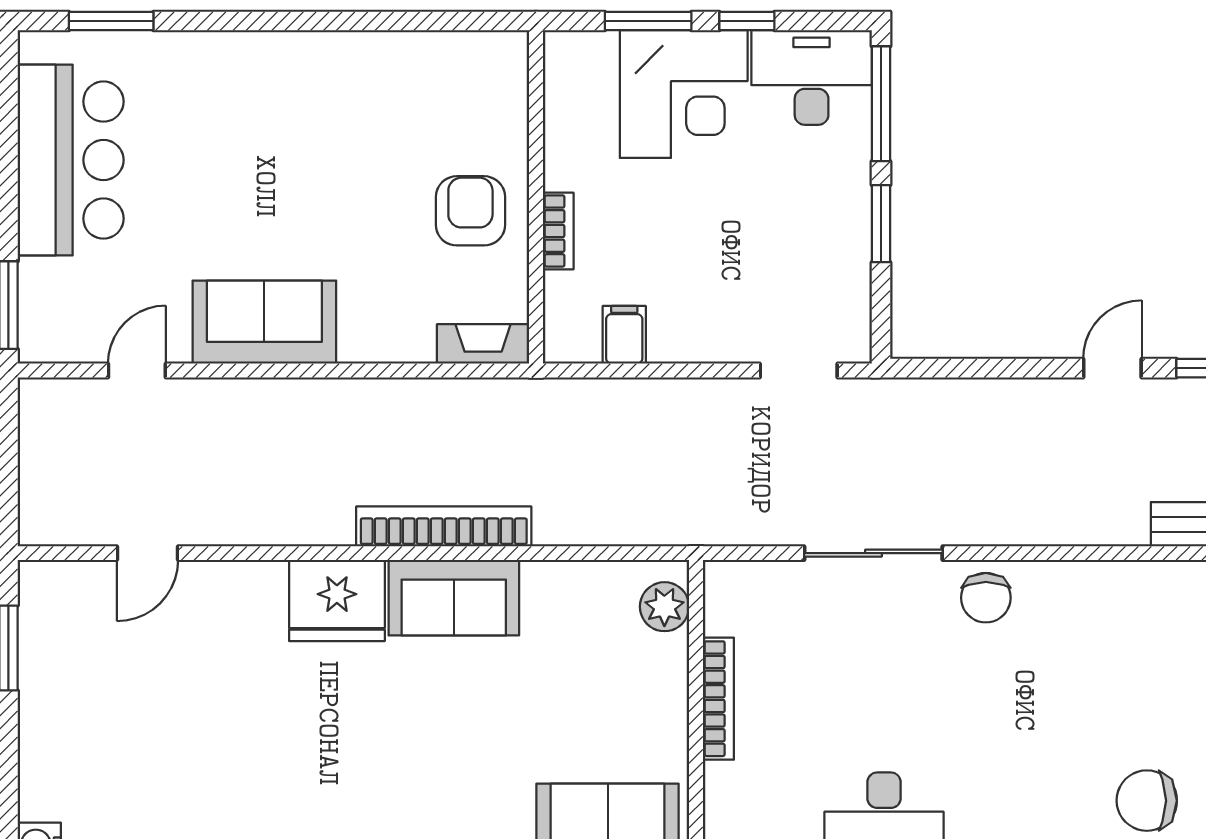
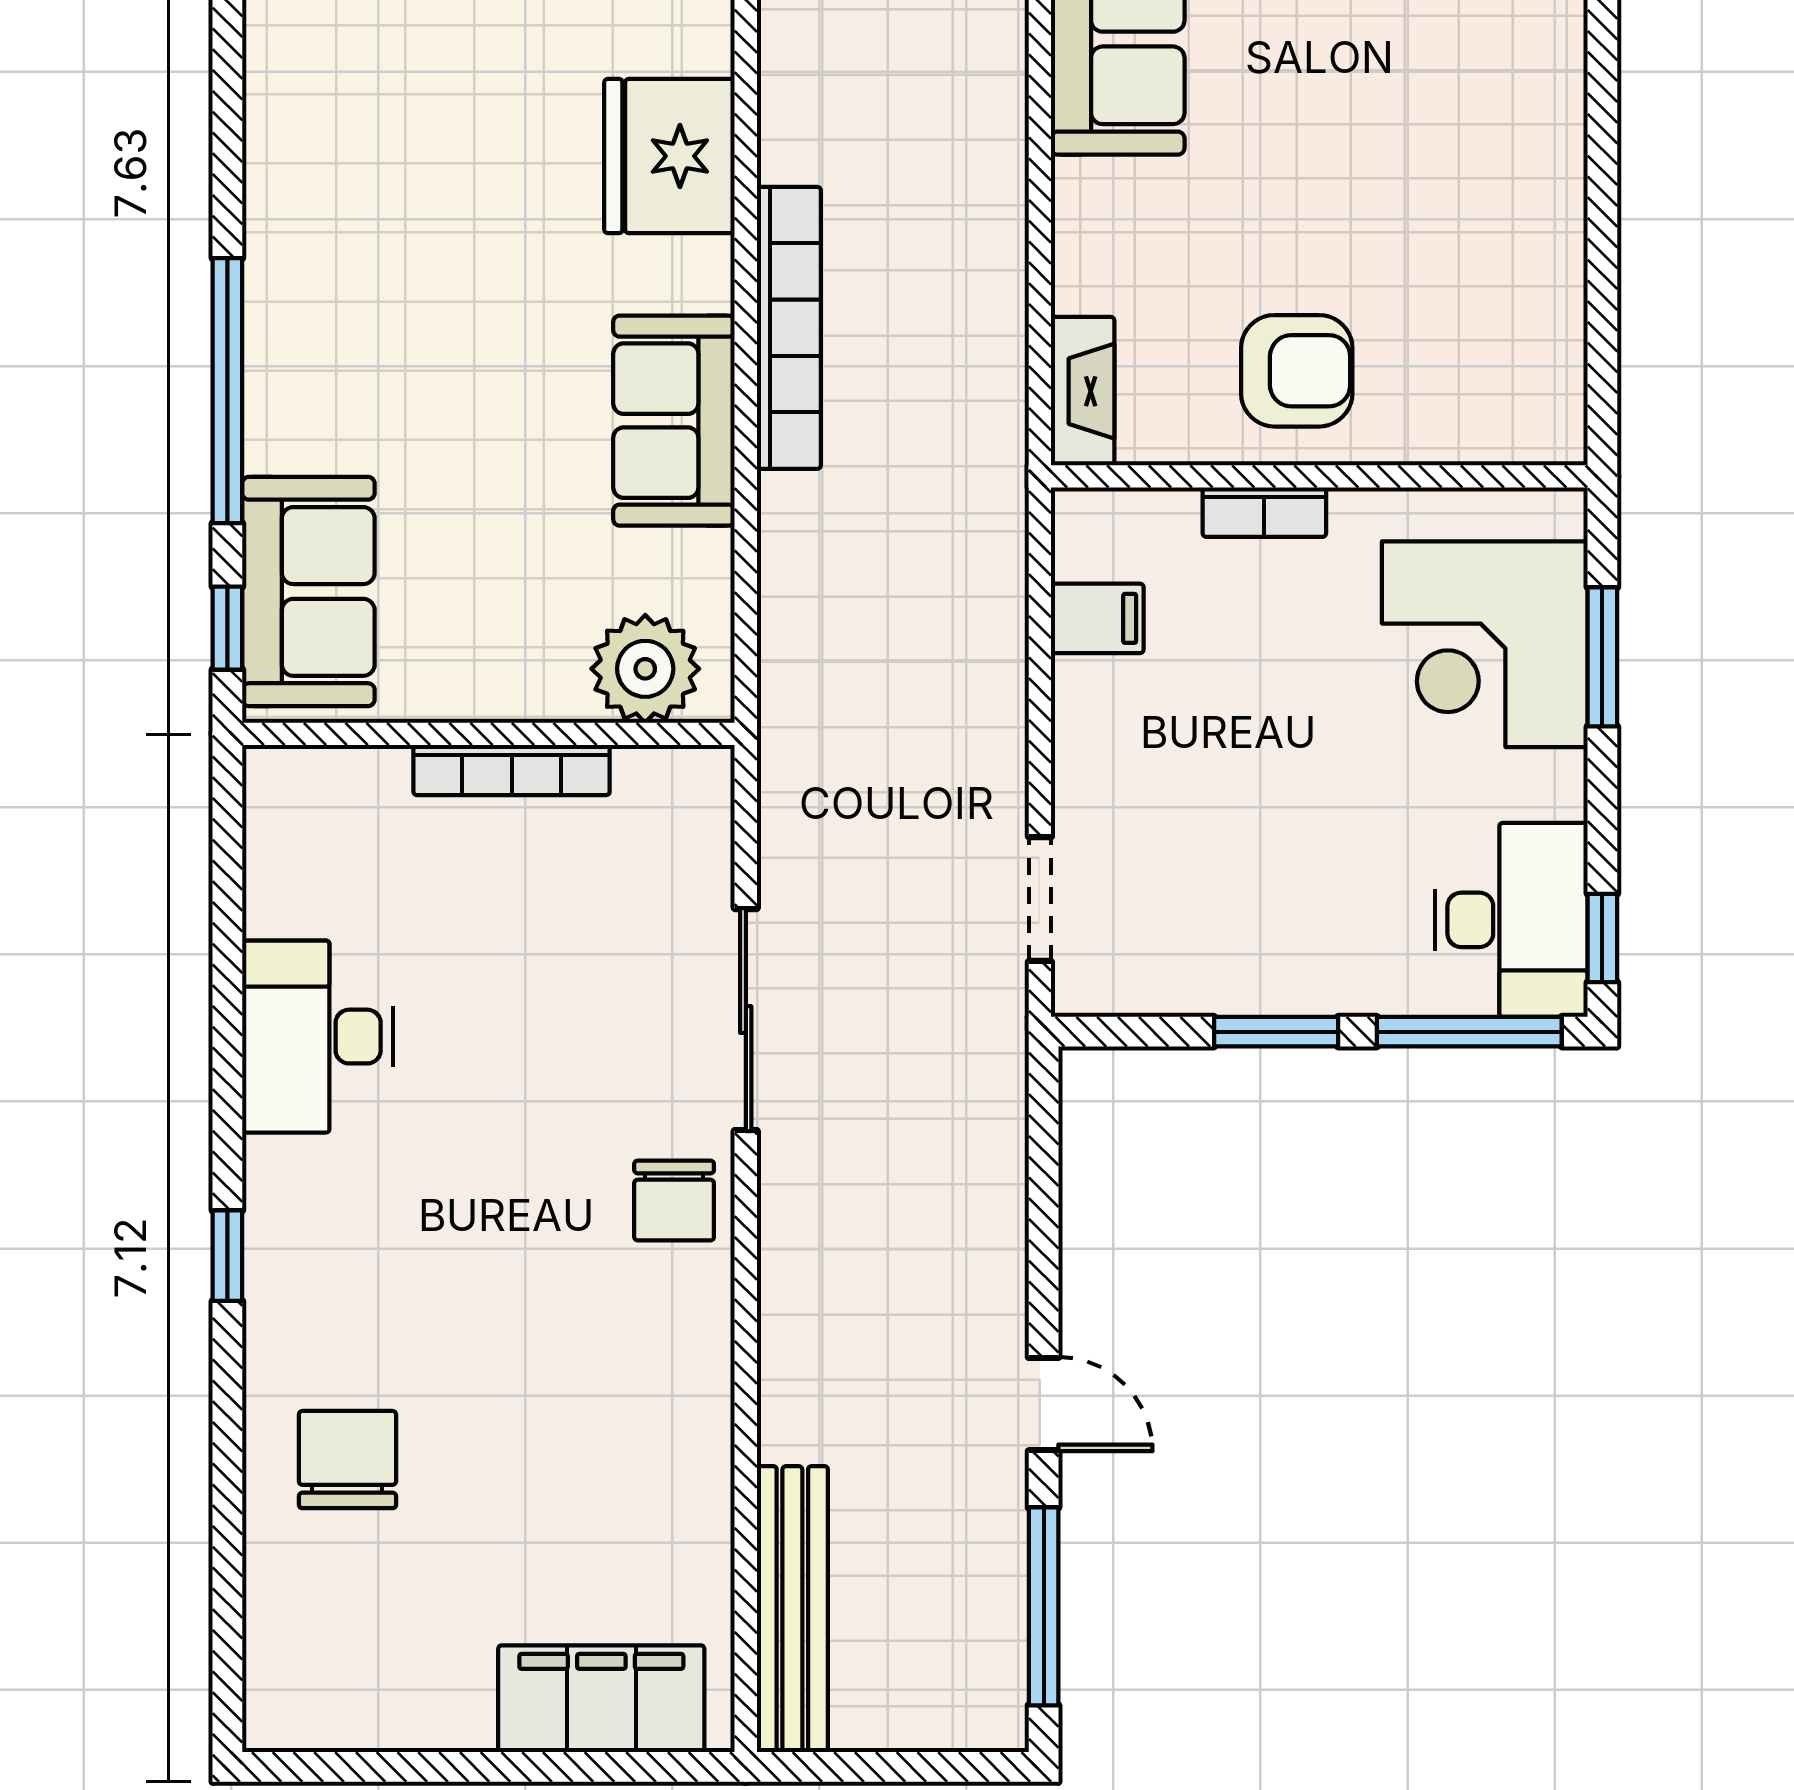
window: (747, 21) -> (1602, 938), moved
corner desk: (684, 94) -> (1485, 644), moved
sofa: (454, 598) -> (674, 421), moved
chair: (986, 598) -> (674, 1200), turned -90
plant: (664, 607) -> (645, 669), width x1.36, depth x1.36

